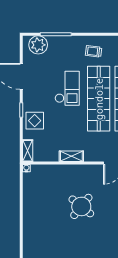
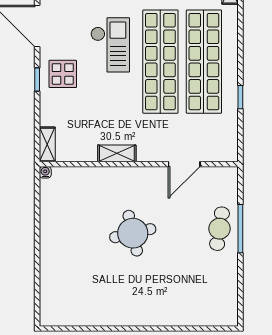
display table: (35, 121) -> (63, 74), moved
round table: (81, 206) -> (133, 233), turned 38

